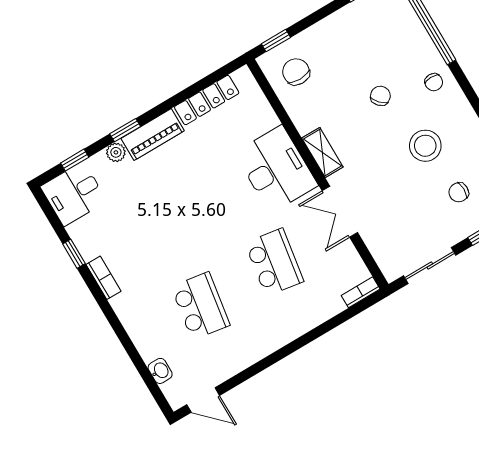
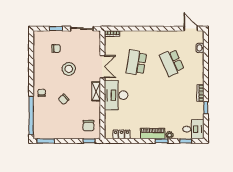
locker: (207, 100) -> (122, 134), width x0.66
stool: (425, 146) -> (69, 69), moved
school desk: (201, 306) -> (172, 63), turned -33

